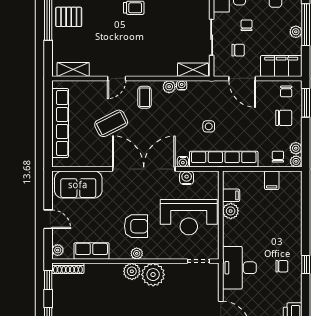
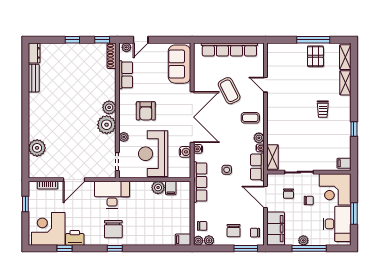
shelving: (73, 69) -> (273, 60), removed
door: (117, 78) -> (266, 85), moved
door: (242, 78) -> (266, 197), hinge flipped
row of seats: (205, 89) -> (257, 167), added
row of seats: (224, 159) -> (200, 182), width x0.73
filing cabinet: (272, 180) -> (183, 240), moved
door: (48, 219) -> (141, 40), moved
plant: (137, 253) -> (124, 137), moved
chair: (282, 266) -> (113, 229), width x1.87, depth x1.87

